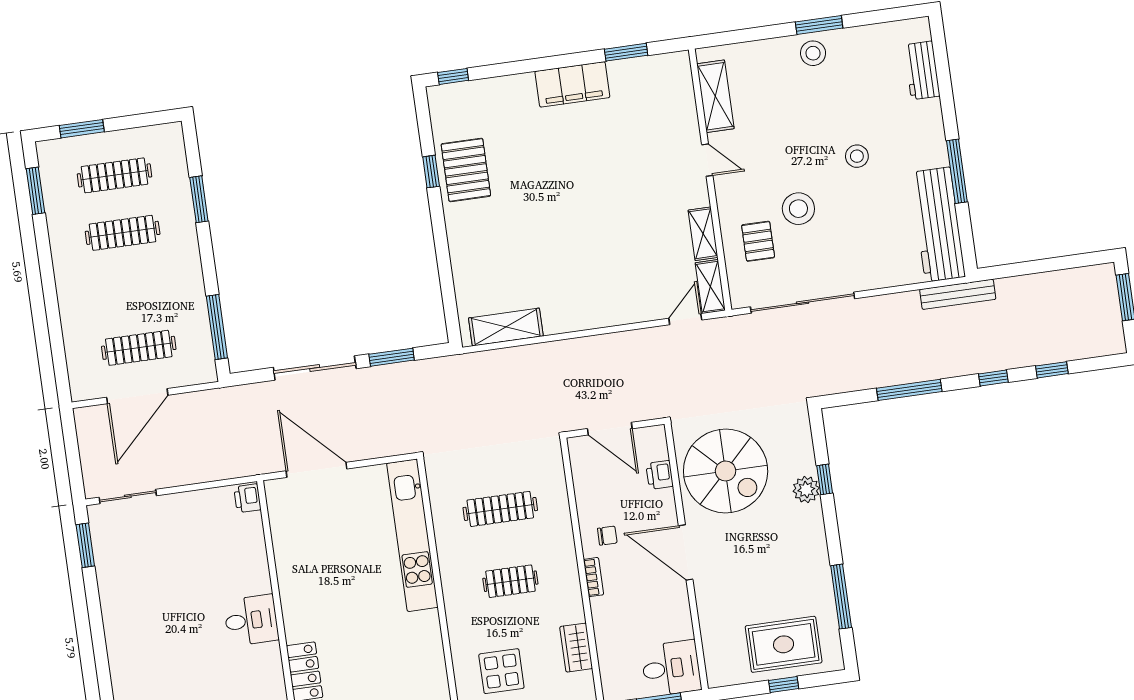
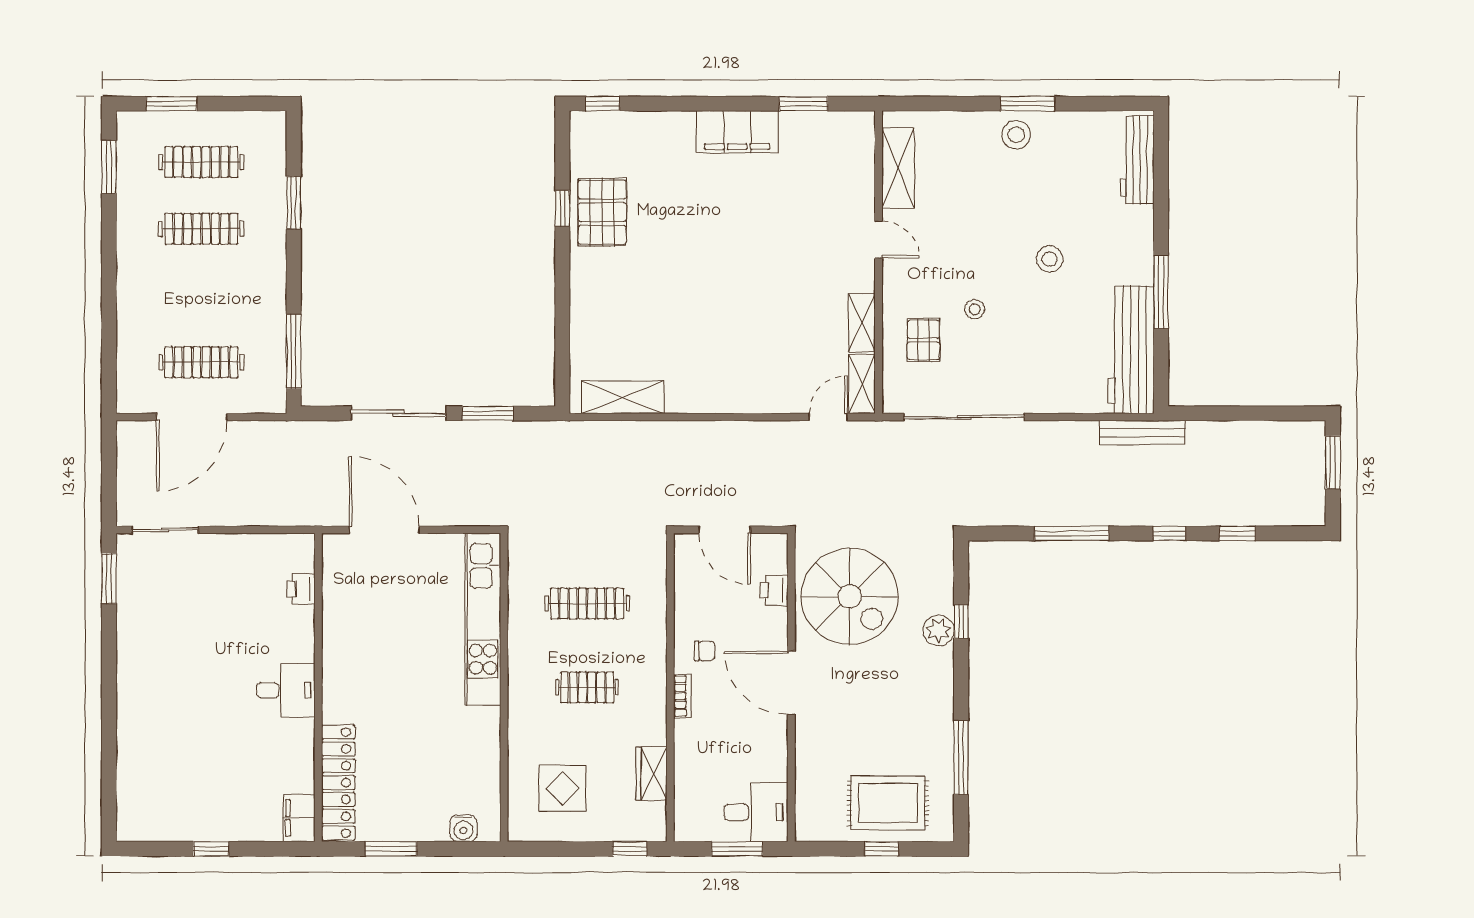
workbench: (922, 70) -> (1137, 160), width x1.38
stool: (798, 209) -> (975, 309), width x0.53, depth x0.53
printer: (247, 498) -> (301, 589), moved

